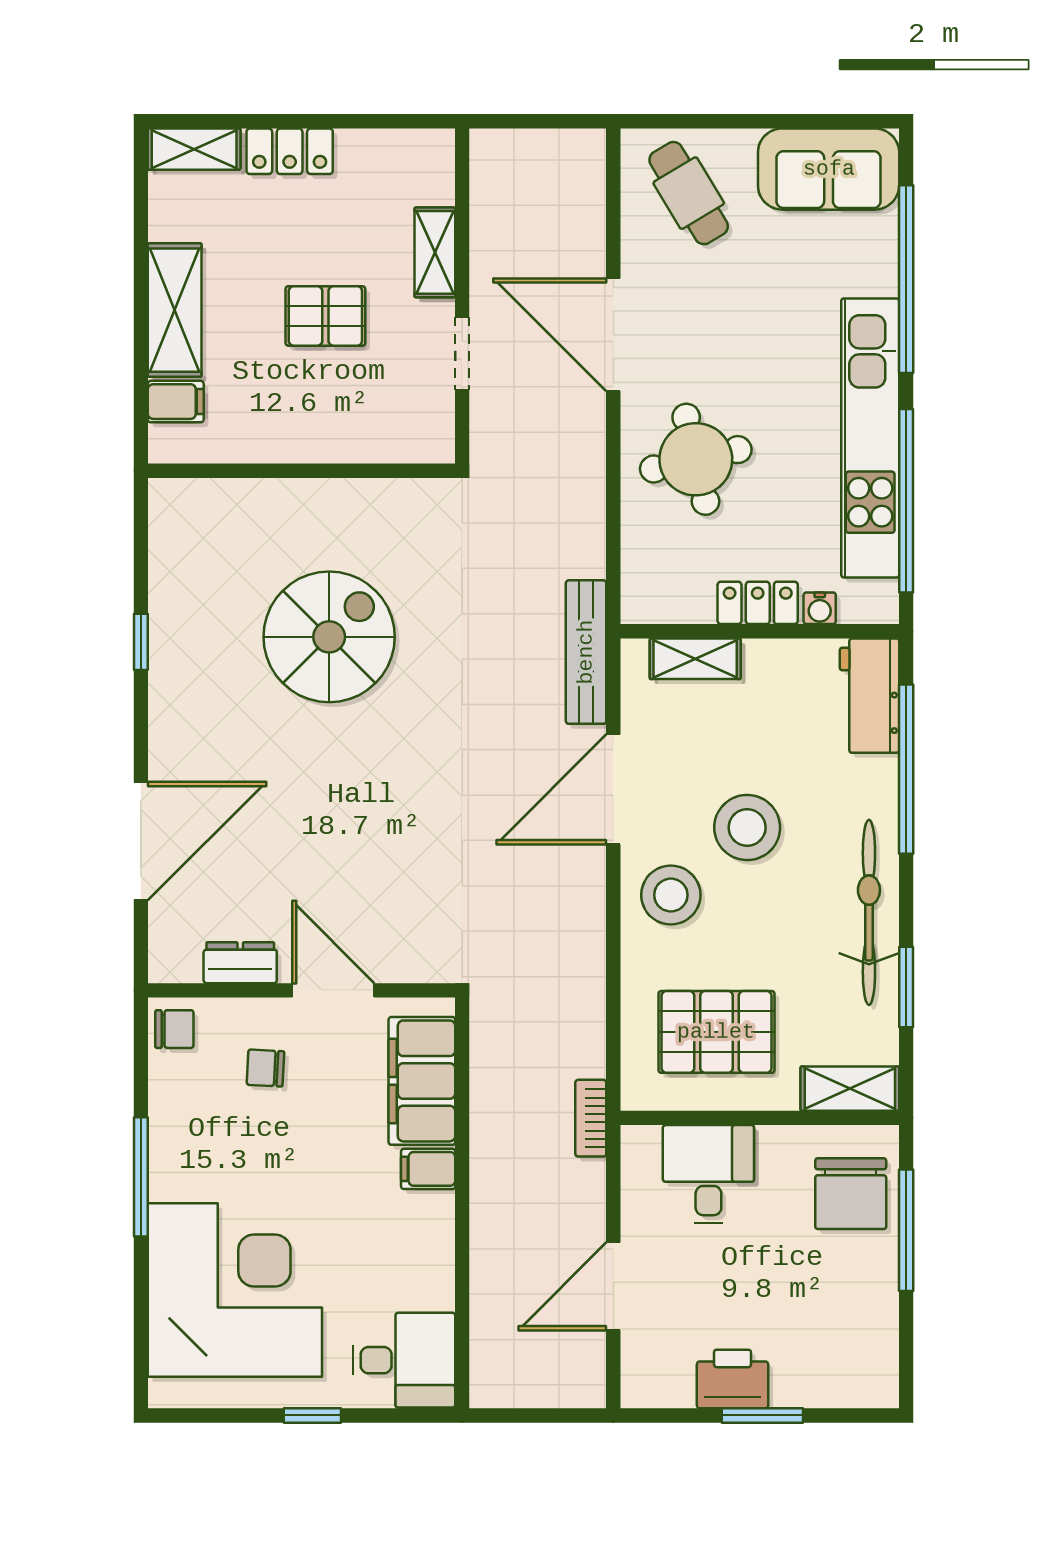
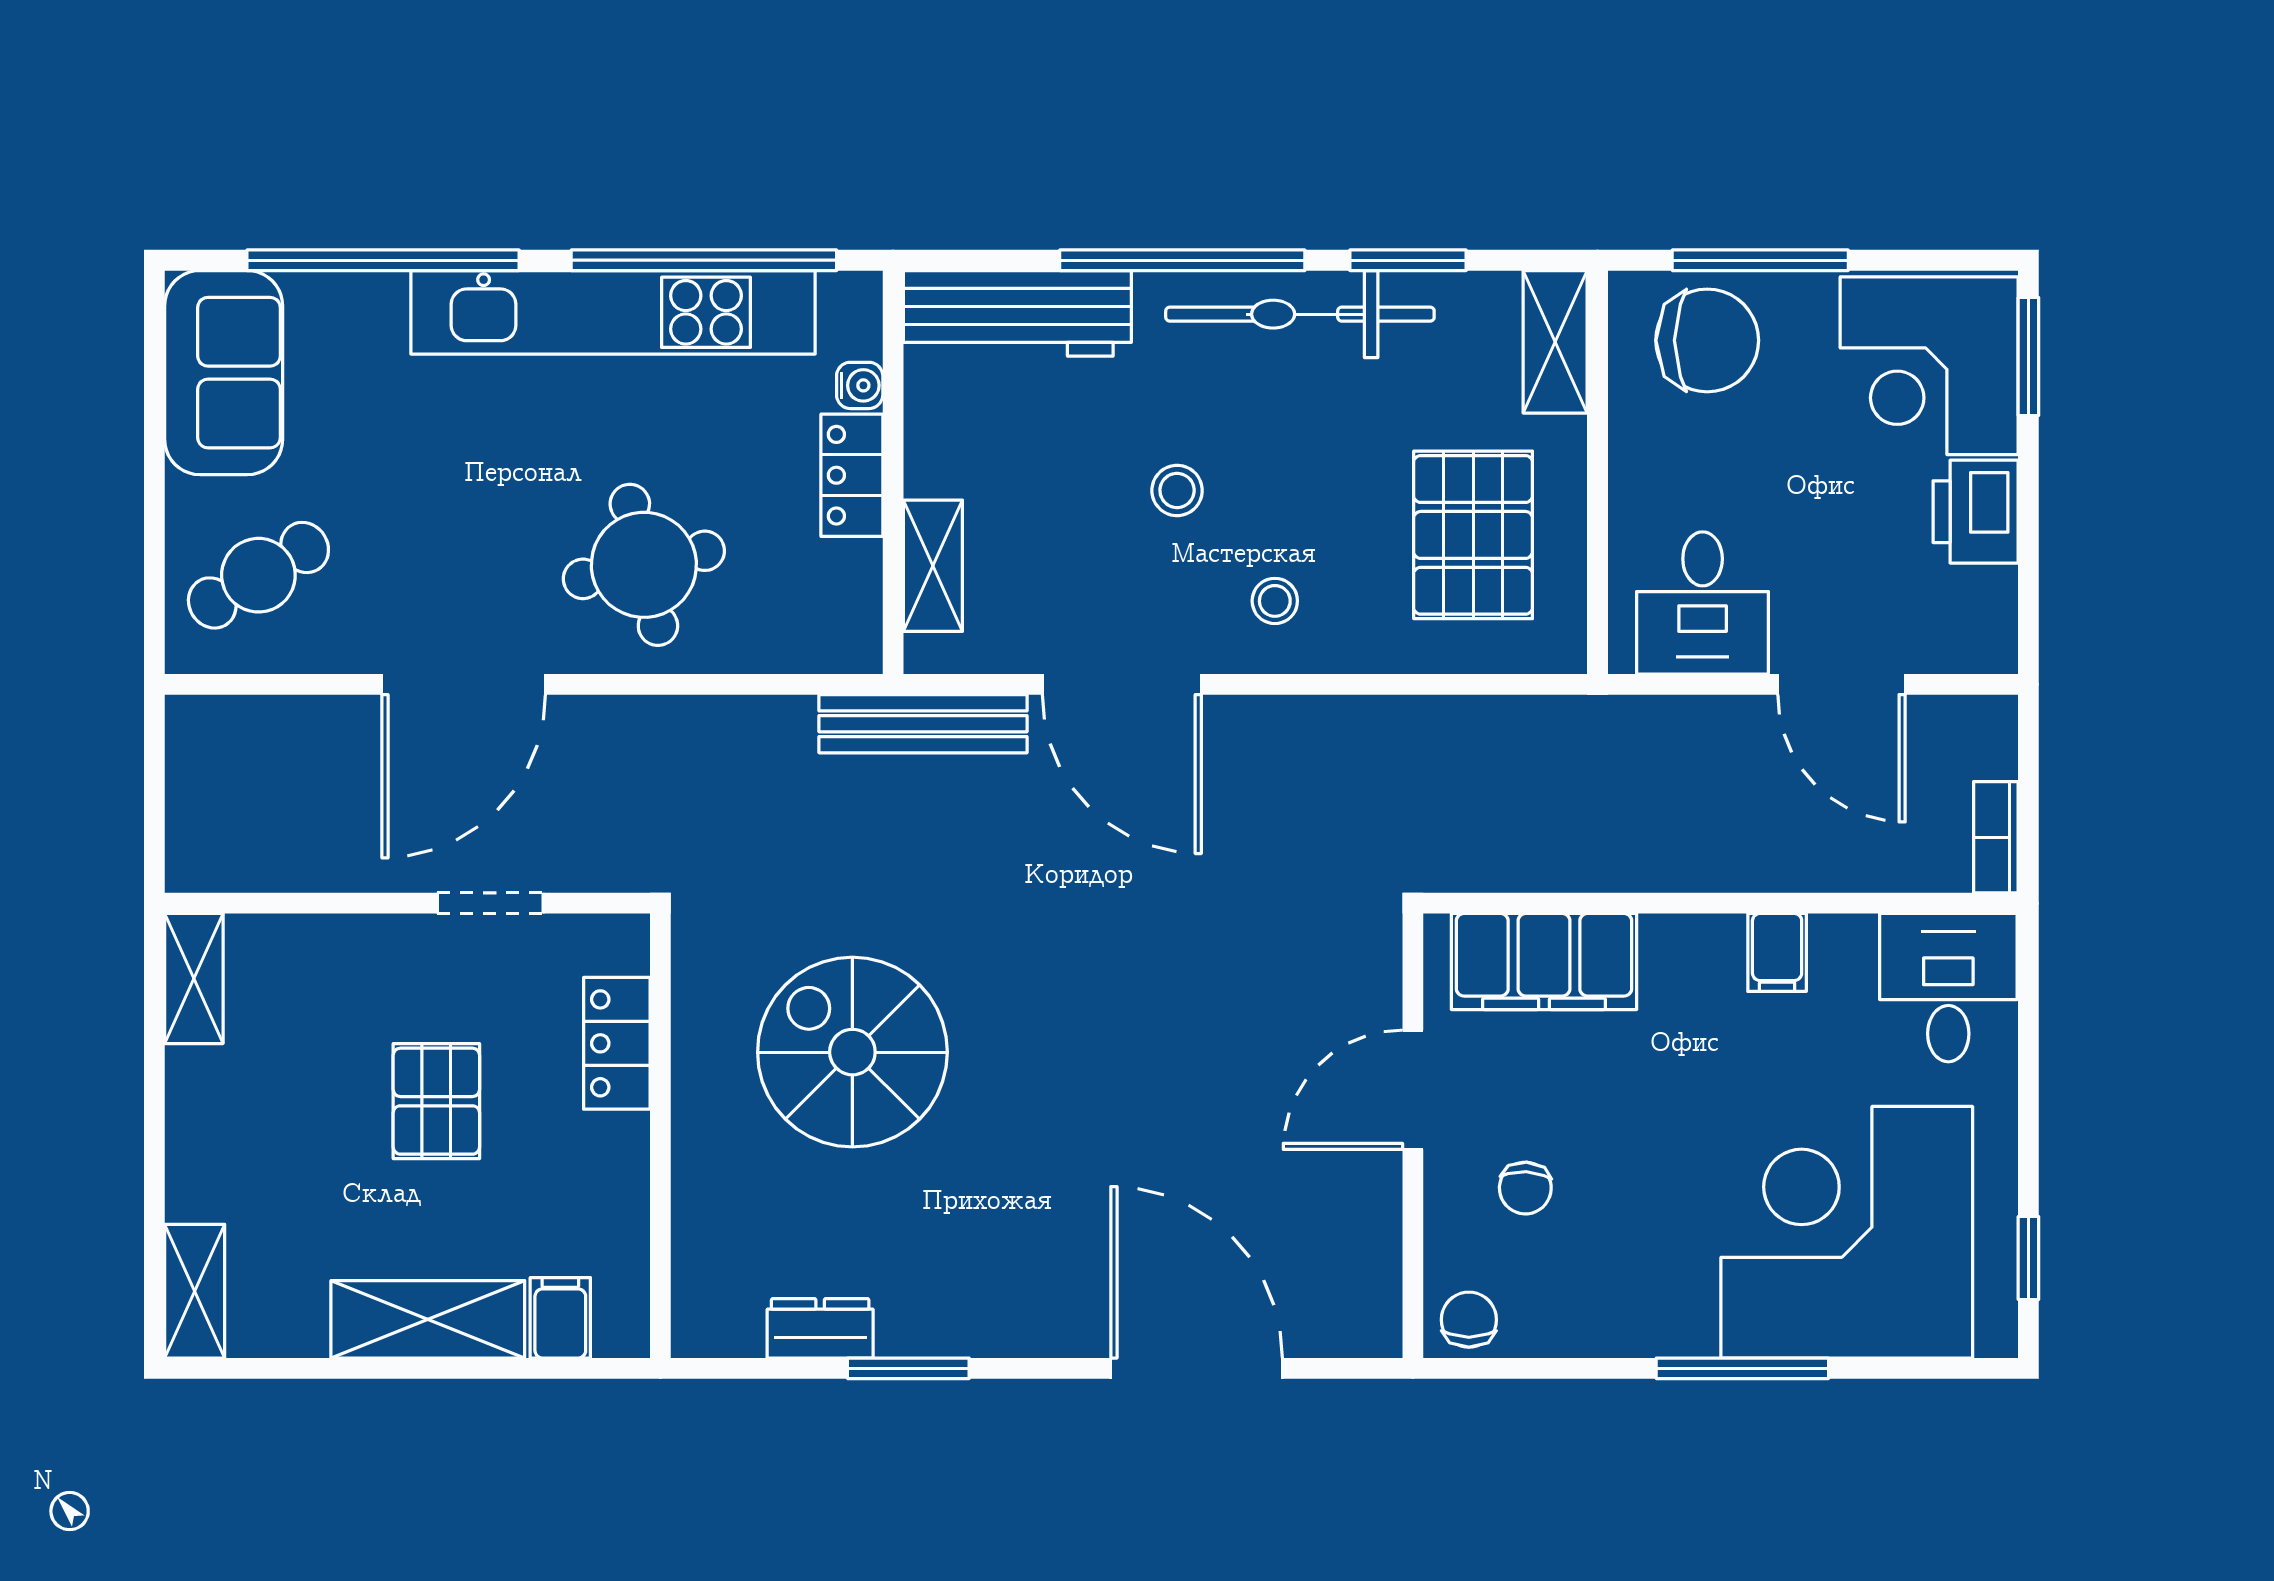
locker: (290, 151) -> (617, 1043), moved, turned 180
shelving: (435, 252) -> (194, 978), moved, turned 90
spiral stairs: (329, 637) -> (852, 1052), moved
window: (141, 642) -> (908, 1368), width x1.50
workbench: (869, 696) -> (1017, 313), width x1.38
window: (906, 769) -> (1182, 260), moved
stool: (747, 828) -> (1177, 490), width x0.53, depth x0.53
stool: (671, 895) -> (1275, 601), width x0.53, depth x0.53
dresser: (240, 963) -> (820, 1328), moved, turned 90
bookcase: (591, 1118) -> (1996, 837), moved, turned 90
filing cabinet: (428, 1169) -> (1777, 952), moved
desk: (708, 1174) -> (1703, 603), moved, turned -90
window: (141, 1177) -> (1742, 1368), moved
corner desk: (833, 1347) -> (1929, 366), added
window: (312, 1415) -> (2028, 1258), moved
window: (762, 1415) -> (2028, 357), moved

